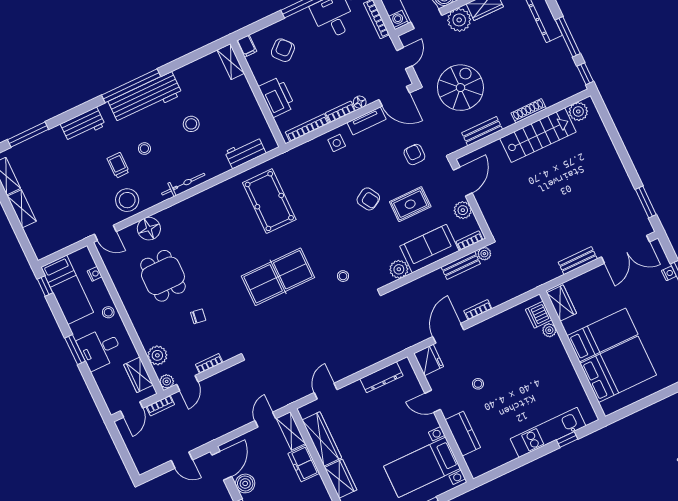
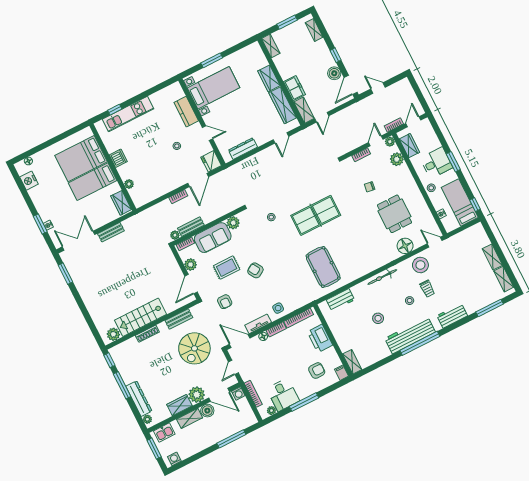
armchair: (283, 50) -> (317, 371), turned -138
dishwasher: (539, 315) -> (118, 158), moved

